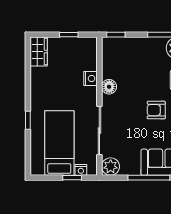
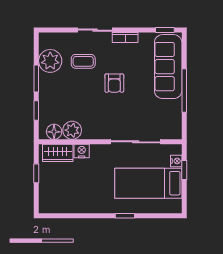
window: (116, 35) -> (36, 111), moved
wardrobe: (39, 52) -> (58, 153), moved, turned 180
floor lamp: (109, 87) -> (54, 132), moved
plant: (111, 166) -> (72, 130), moved

